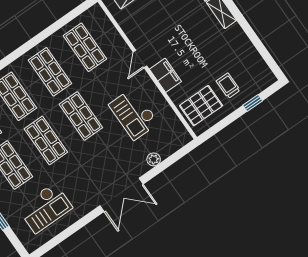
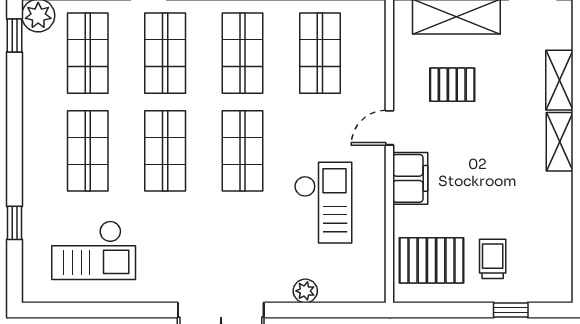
pallet: (155, 20) -> (452, 85), added
checkout: (134, 114) -> (323, 203), turned 180

